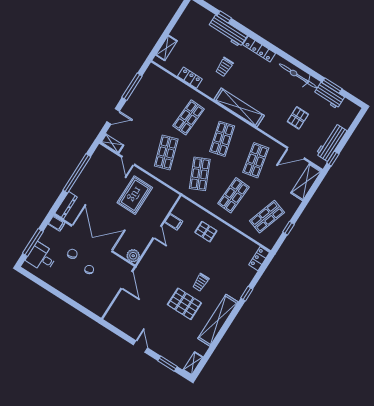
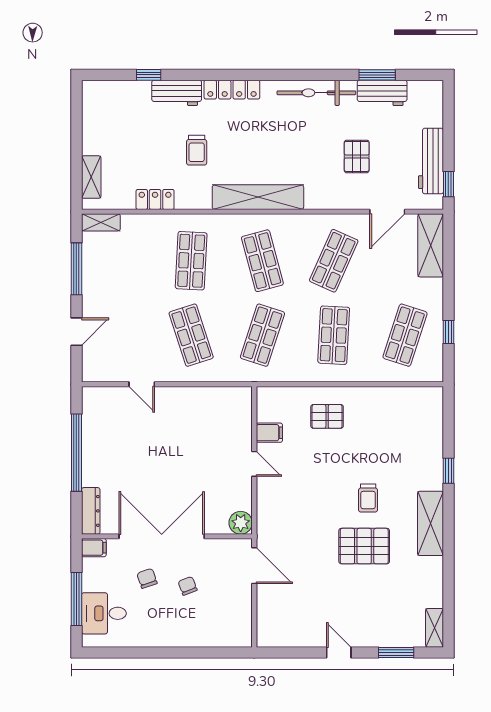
workbench: (228, 31) -> (177, 93), width x0.73
shelving: (112, 143) -> (101, 222), moved
shop shelf: (256, 160) -> (334, 261), turned 36
shop shelf: (200, 174) -> (262, 335), turned 42
rug: (135, 195) -> (185, 430), removed
locker: (259, 259) -> (433, 406), removed
shelving: (218, 320) -> (430, 523), width x0.68

